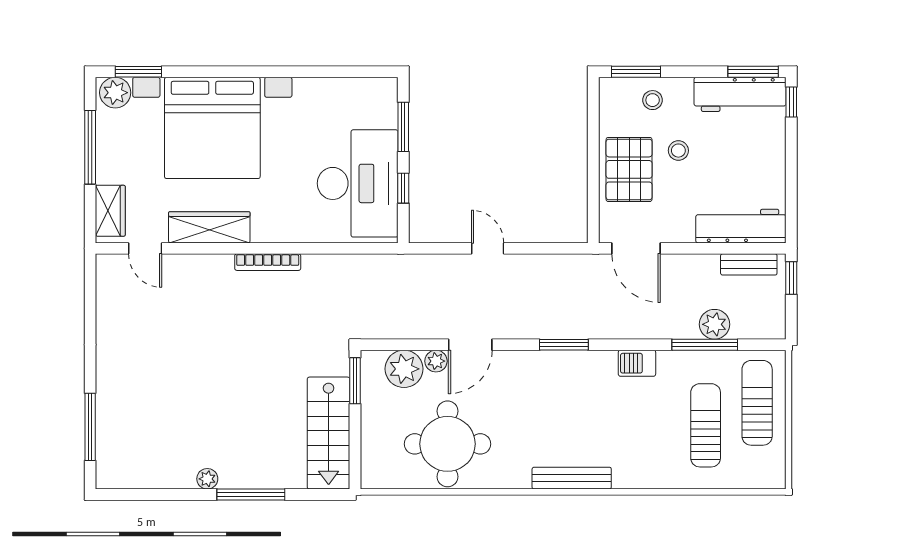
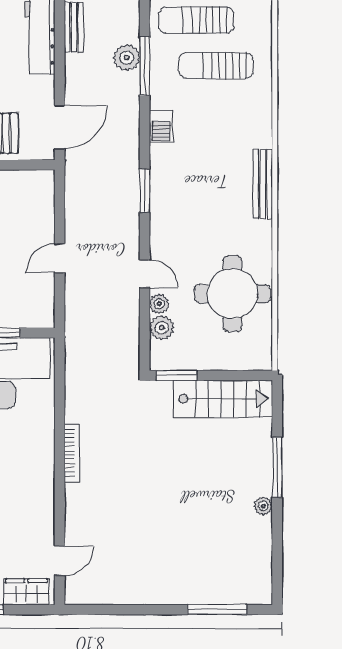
wardrobe: (209, 227) -> (41, 504), removed
door: (470, 345) -> (145, 274), width x0.73
plant: (404, 369) -> (162, 328), width x0.73, depth x0.73

